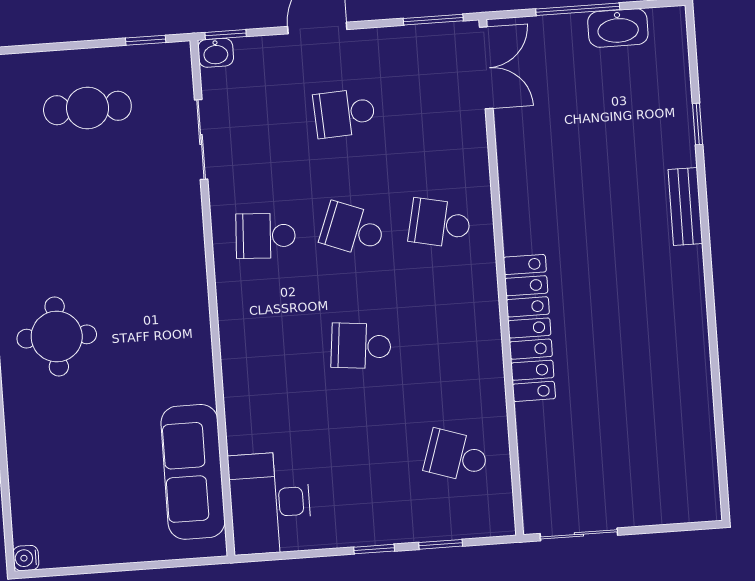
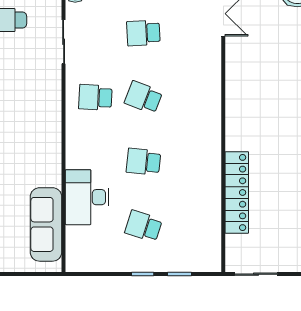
school desk: (440, 223) -> (192, 97), removed
locker: (529, 328) -> (237, 192), moved
school desk: (456, 456) -> (143, 226), moved
desk: (270, 503) -> (87, 197), moved

